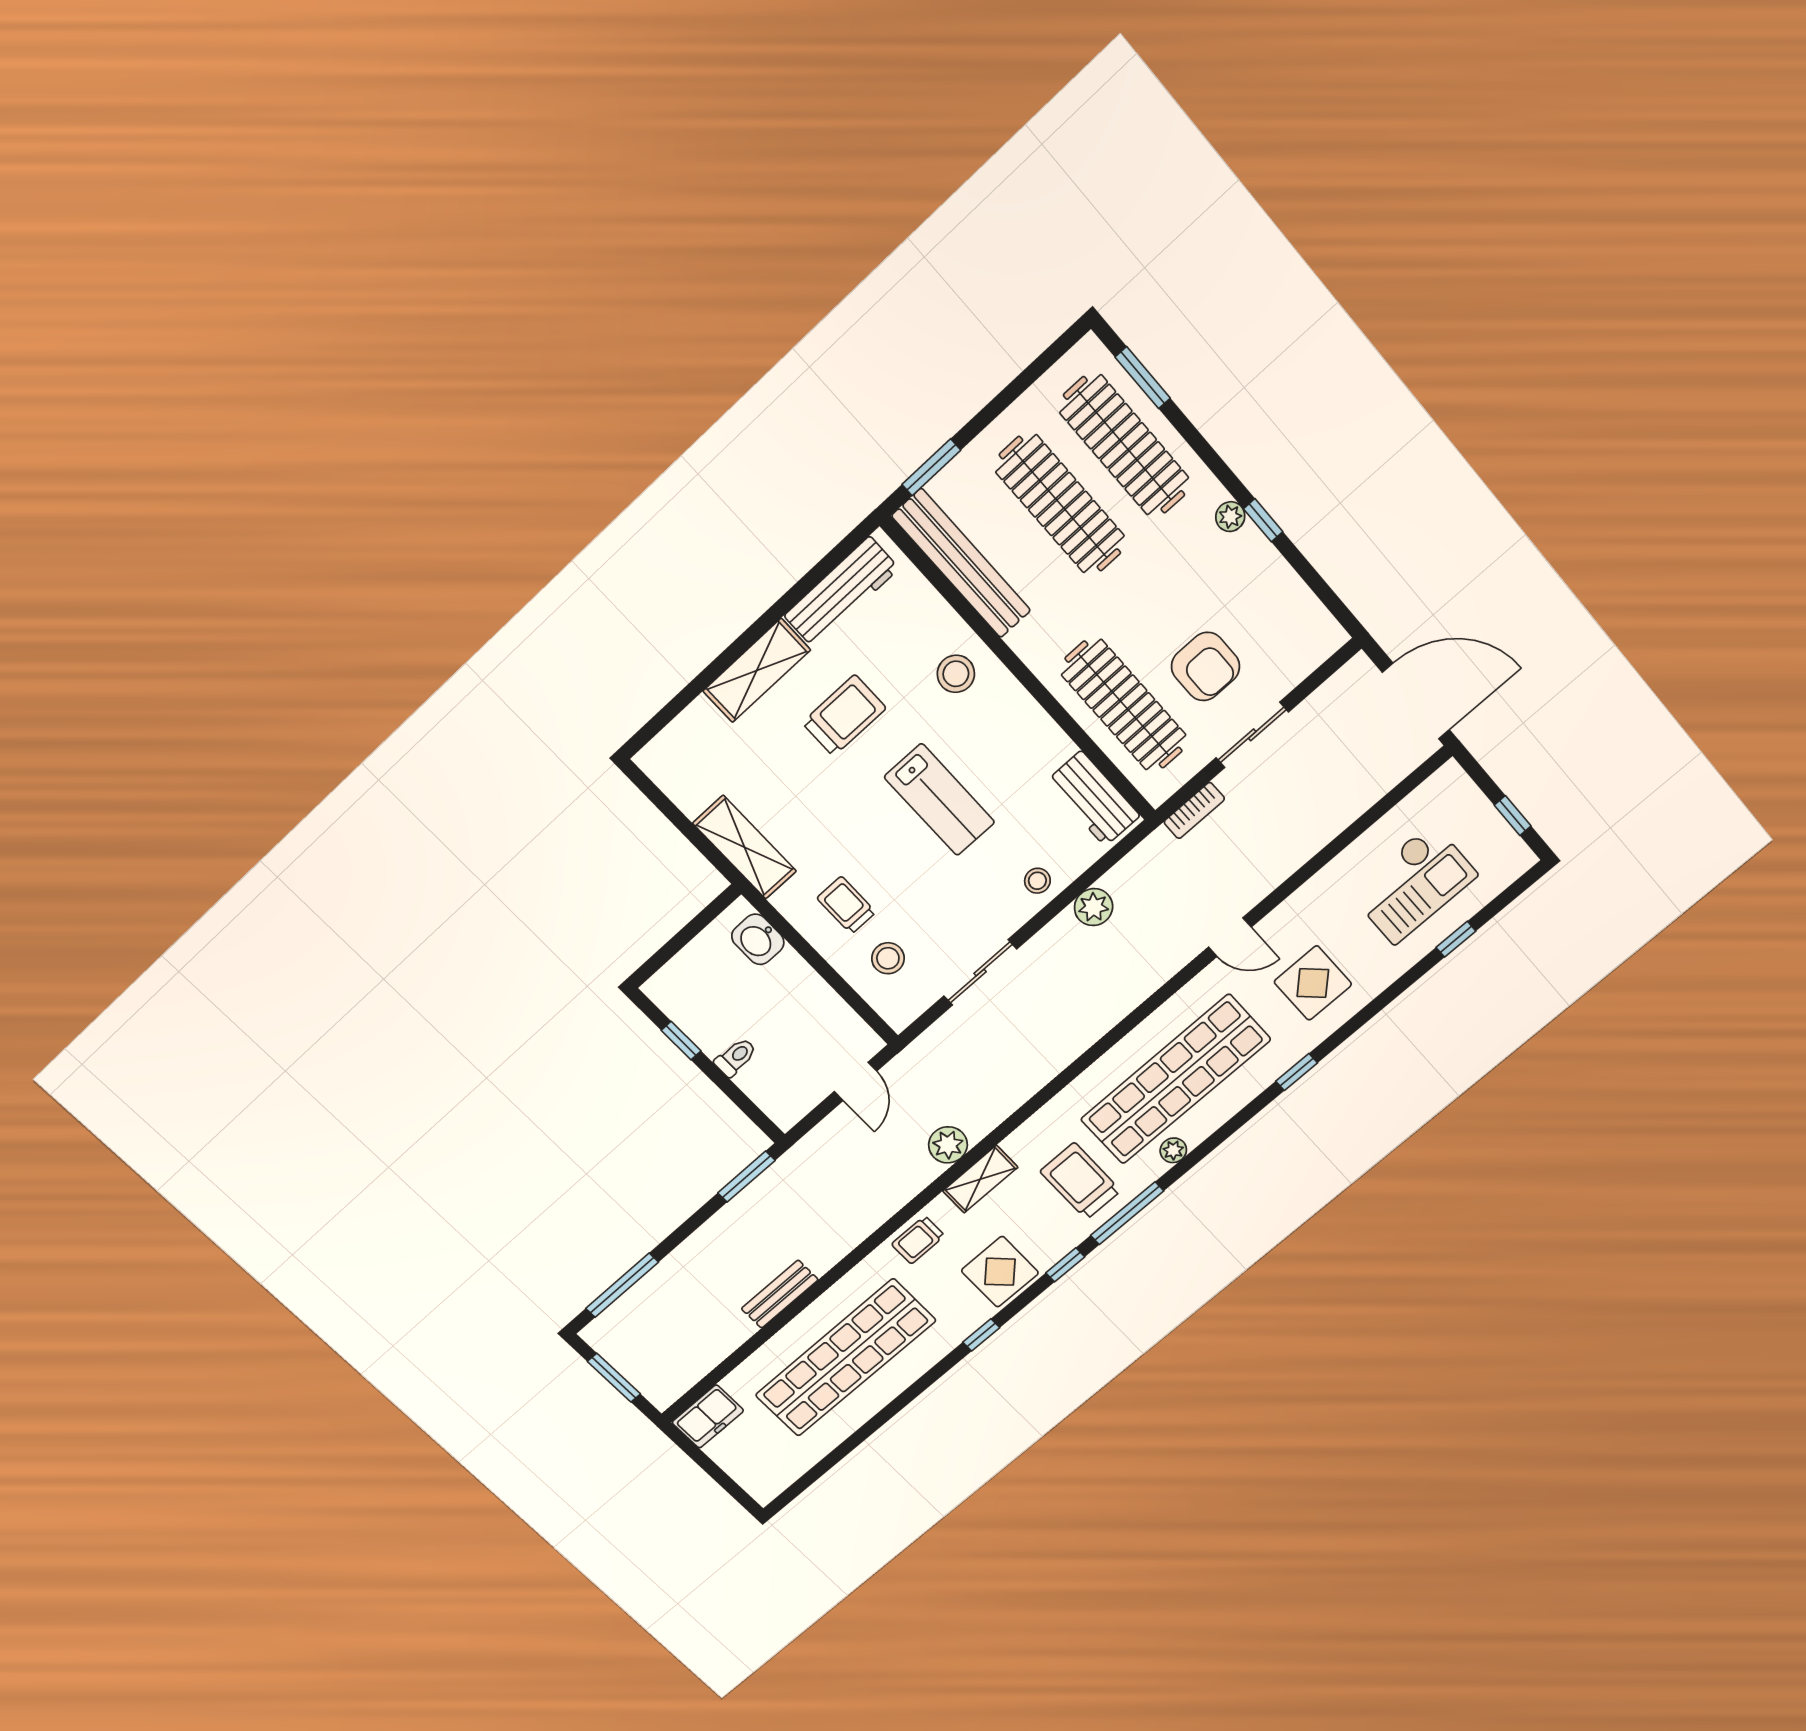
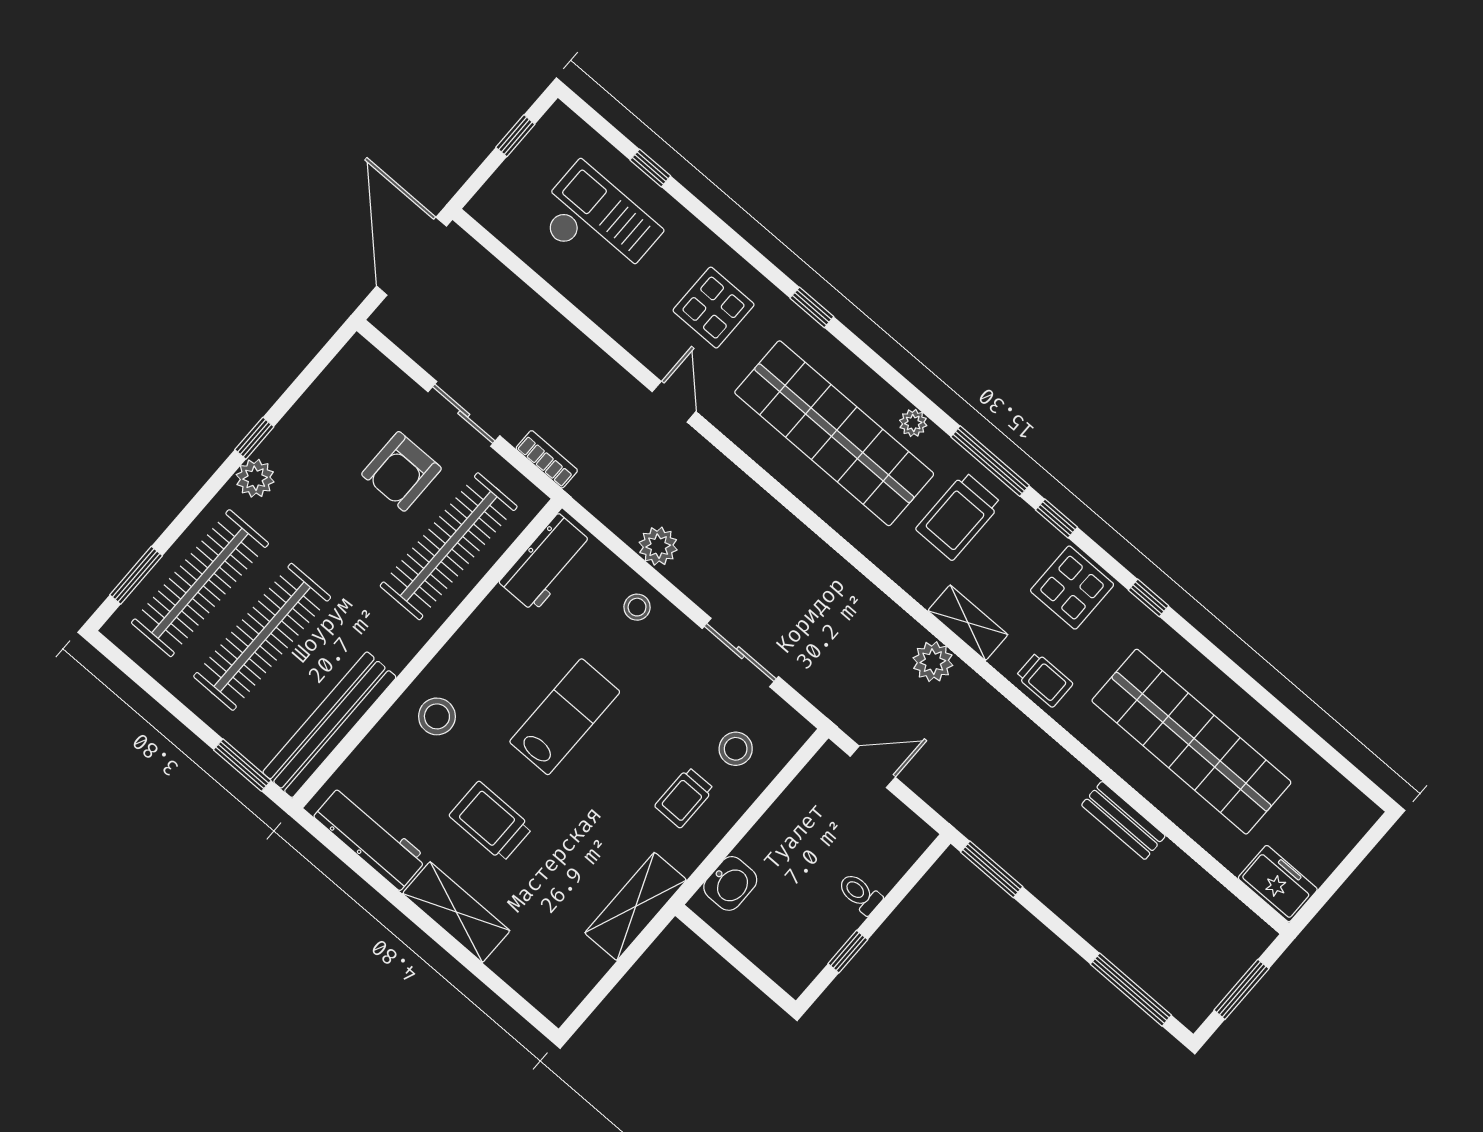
plant: (1230, 517) -> (255, 478), width x1.38, depth x1.38
armchair: (1205, 667) -> (401, 471), turned 180

